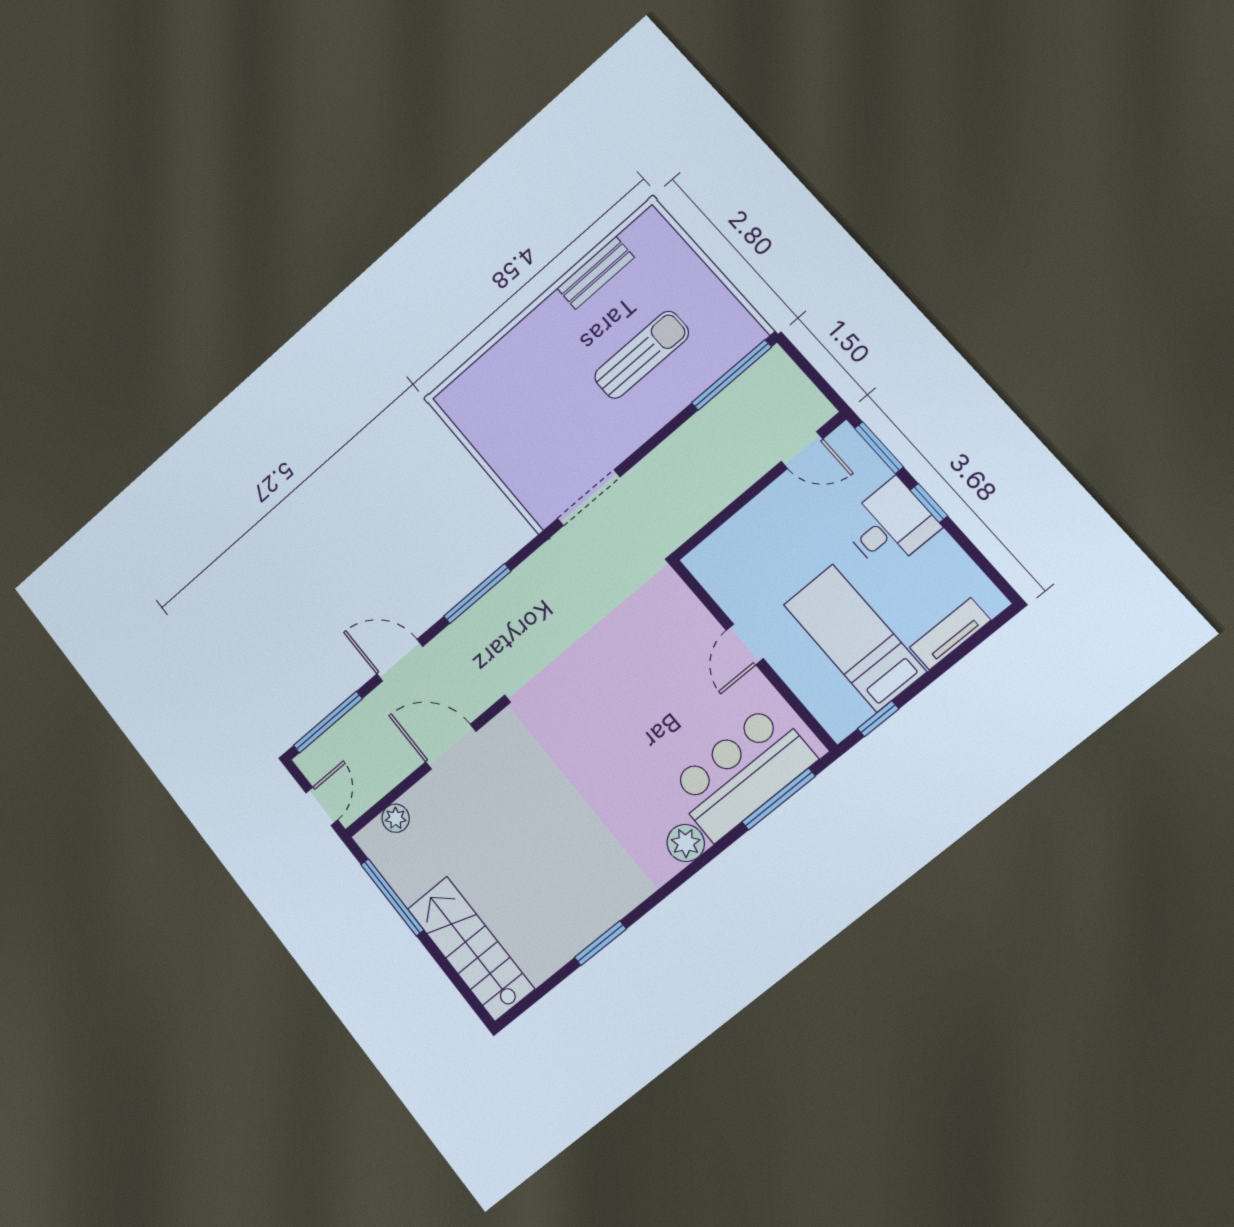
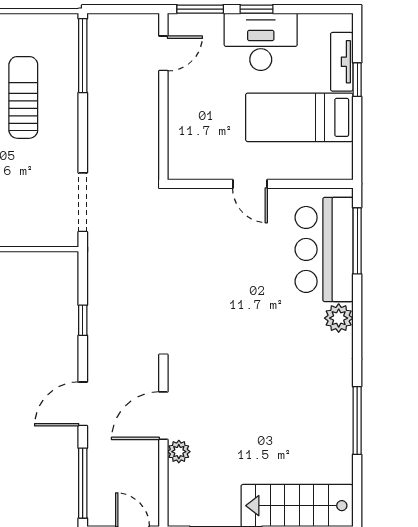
desk: (890, 526) -> (261, 42), width x1.37
window: (477, 594) -> (83, 320), width x0.46
window: (878, 719) -> (357, 80), moved
plant: (396, 818) -> (179, 452), moved
window: (600, 943) -> (357, 420), width x1.44

